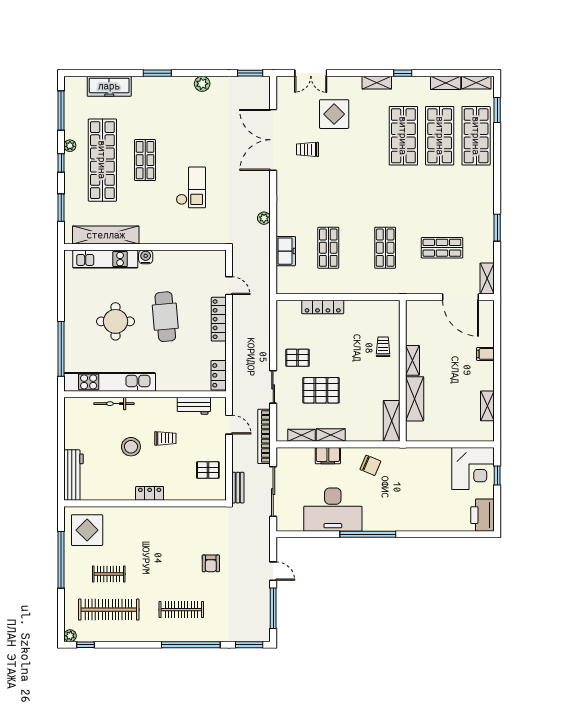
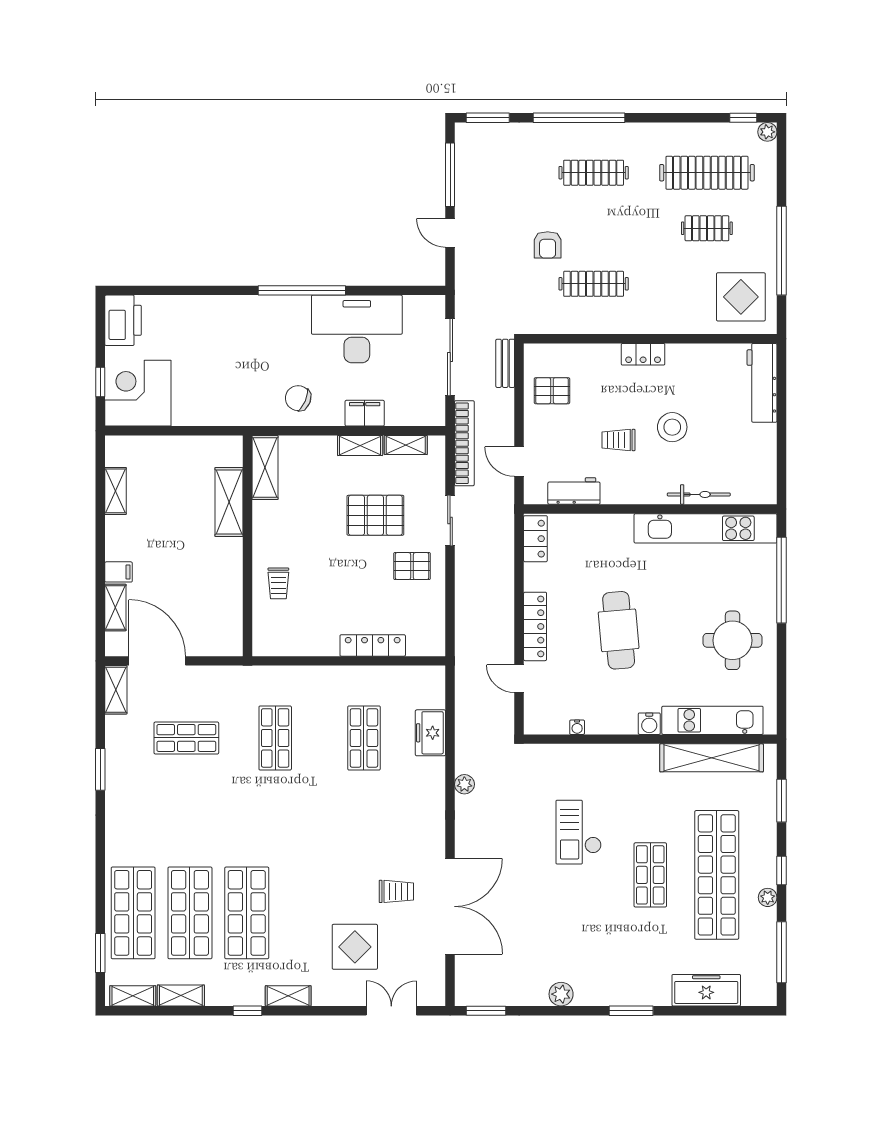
water cooler: (192, 255) -> (577, 727), added
round table: (115, 321) -> (733, 640), moved
shelving: (413, 360) -> (115, 608), moved
clothes rail: (181, 538) -> (594, 284), added
armchair: (211, 563) -> (548, 245), turned 180

